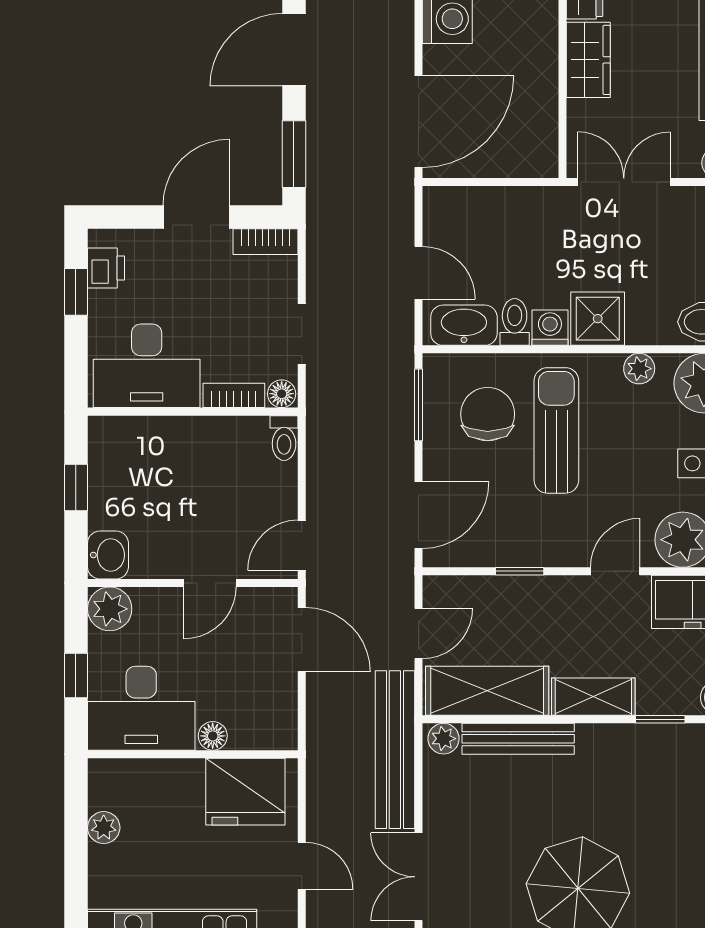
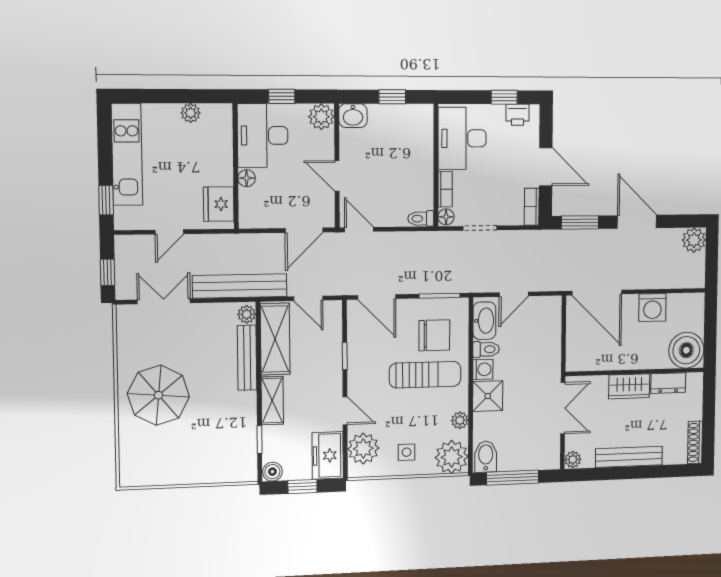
fridge: (245, 792) -> (219, 204), width x0.73, depth x0.75

